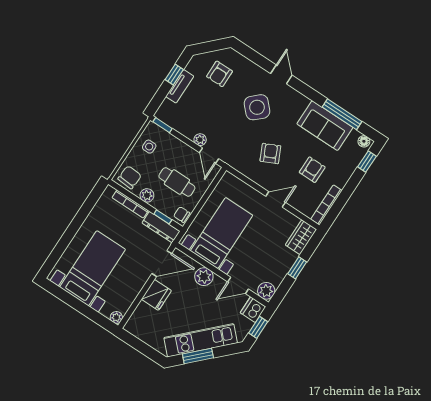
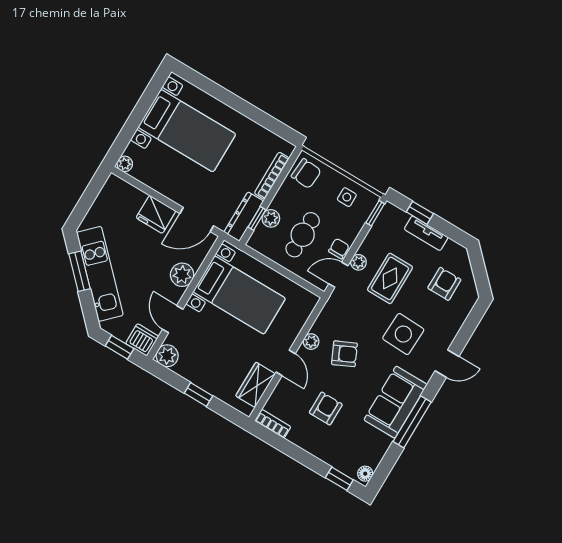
window: (174, 74) -> (420, 213), moved
armchair: (220, 74) -> (444, 284), turned 90
side table: (257, 107) -> (403, 334), turned 45
window: (342, 114) -> (412, 422), moved
rug: (214, 116) -> (390, 278), added
sofa: (325, 126) -> (395, 402), moved
armchair: (312, 170) -> (326, 409), turned -90
plant: (260, 179) -> (311, 342), added
plant: (147, 195) -> (271, 218), moved
bookcase: (326, 205) -> (273, 424), width x0.64
chair: (182, 215) -> (339, 249), moved
wardrobe: (301, 237) -> (256, 385), moved, turned -90
door: (162, 263) -> (197, 220), hinge flipped

